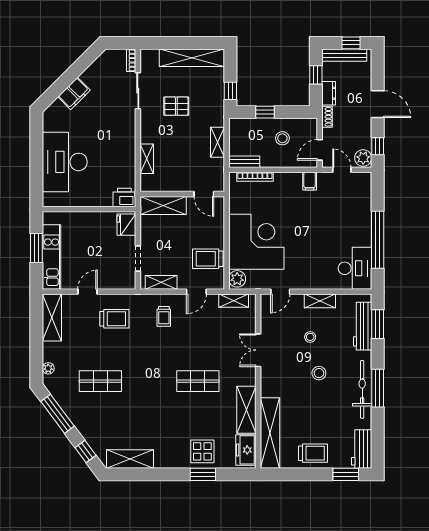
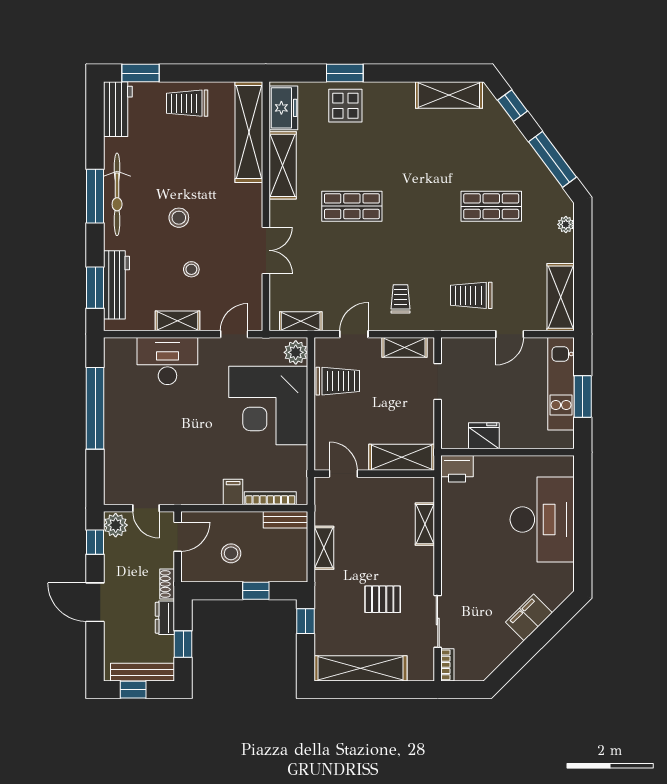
filing cabinet: (310, 181) -> (233, 492), moved
fridge: (126, 225) -> (484, 436), moved, turned -90
desk: (355, 268) -> (167, 361), moved, turned 90

